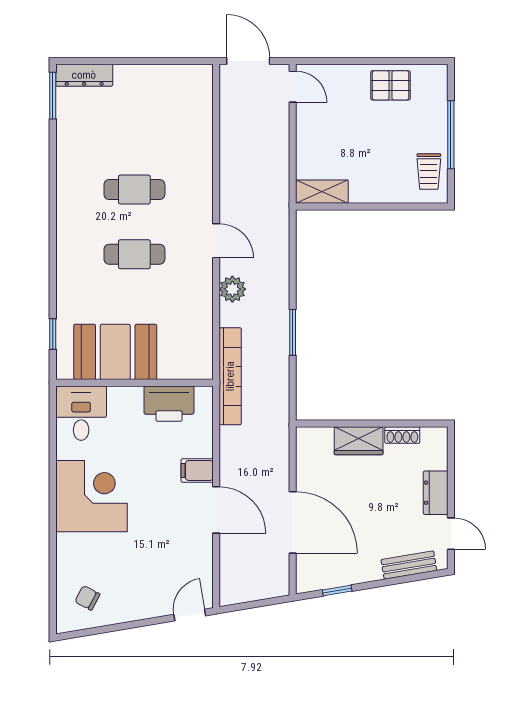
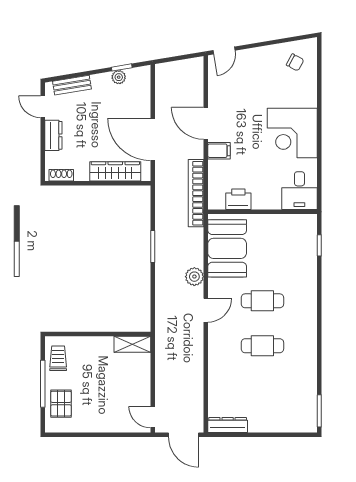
dresser: (84, 75) -> (228, 425), moved
pallet: (391, 85) -> (61, 404), moved, turned 90
door: (216, 241) -> (206, 310), swing flipped
booth: (115, 352) -> (227, 248), moved, turned 90
bookcase: (230, 376) -> (196, 193), moved
printer: (169, 404) -> (238, 199), width x0.73, depth x0.84
shoe rack: (402, 435) -> (61, 175), moved
wardrobe: (359, 441) -> (115, 171), width x1.50
door: (293, 522) -> (153, 139), moved
plant: (342, 577) -> (119, 77), added

